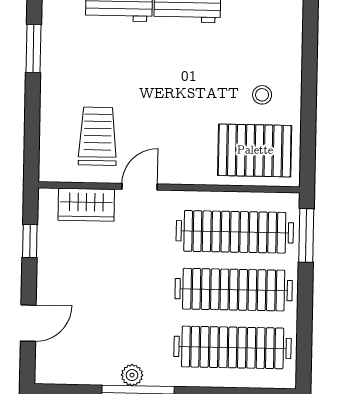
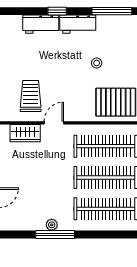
stool: (262, 95) -> (97, 63), moved

